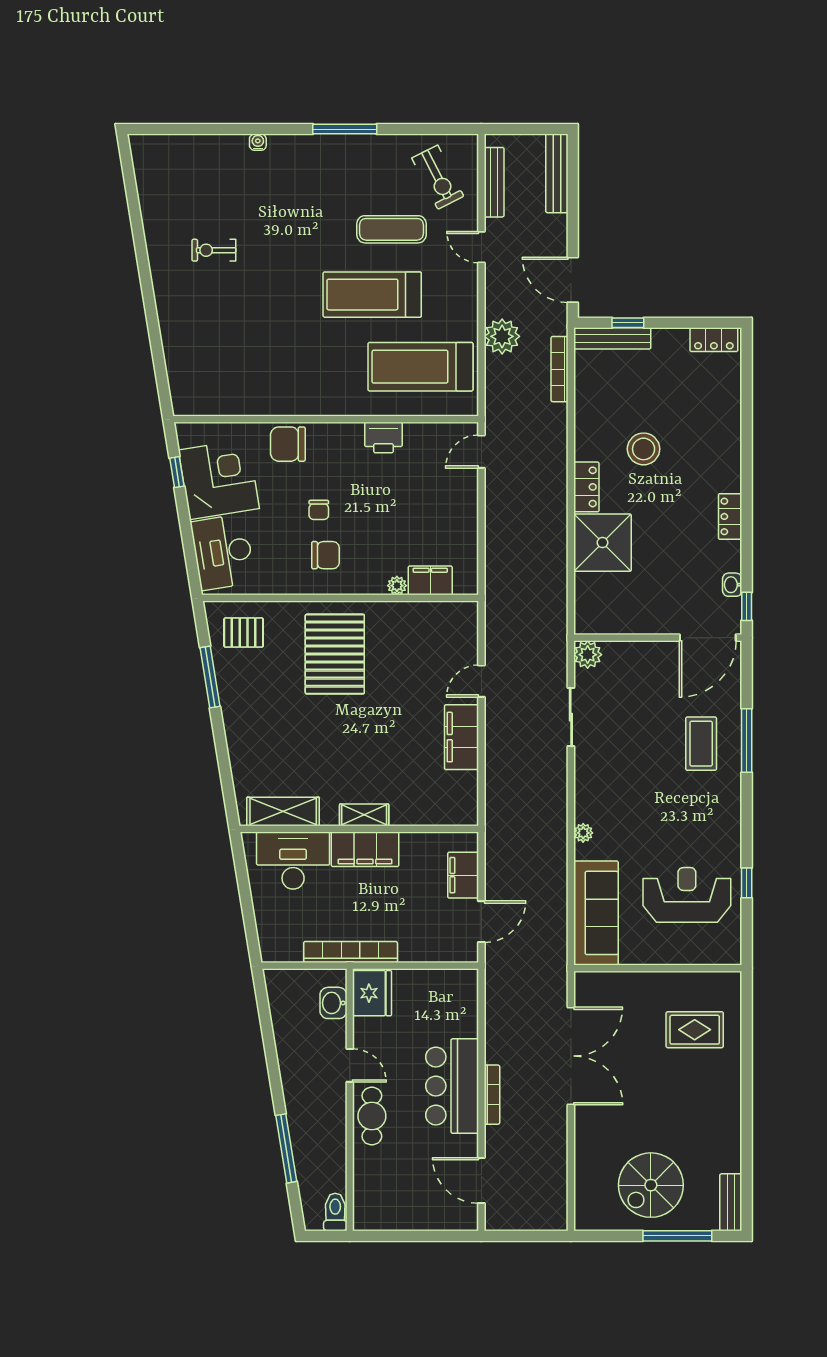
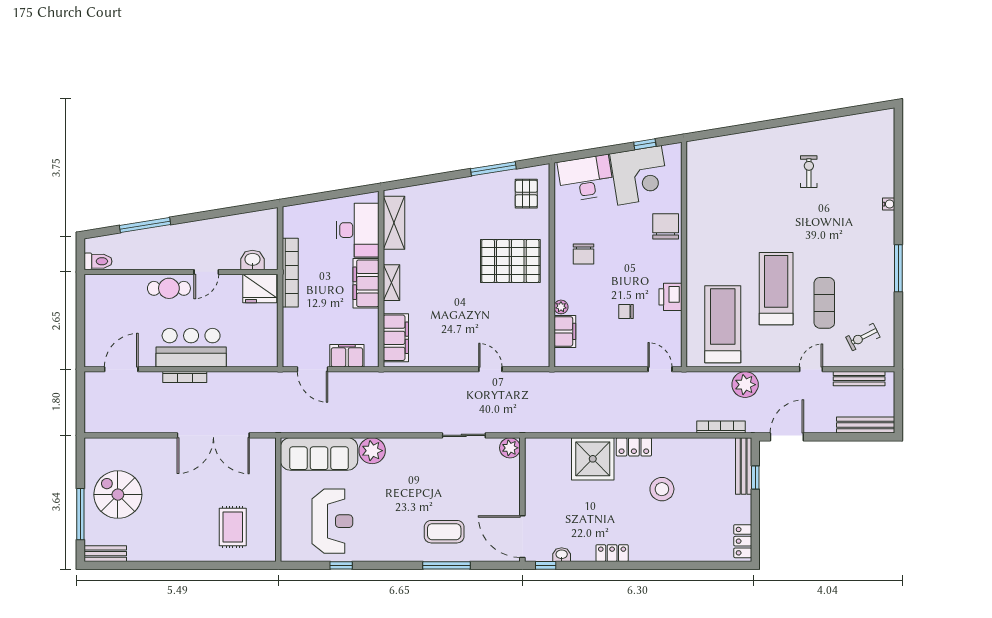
exercise bike: (438, 177) -> (863, 337), width x0.73, depth x0.72
chair: (319, 510) -> (626, 311), moved
filing cabinet: (461, 737) -> (396, 338), moved, turned 90
plant: (583, 833) -> (372, 451), width x1.88, depth x1.88

